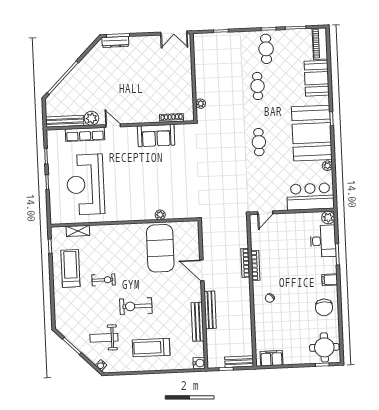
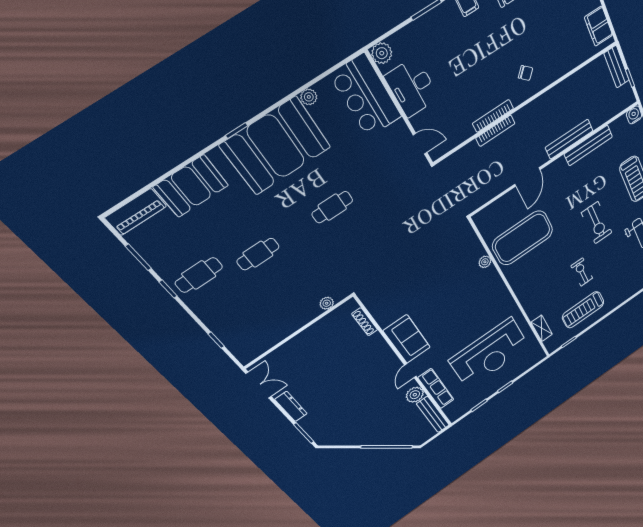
dresser: (115, 42) -> (291, 406), moved
sofa: (156, 136) -> (407, 339), moved
desk: (323, 241) -> (412, 87), moved, turned -90

